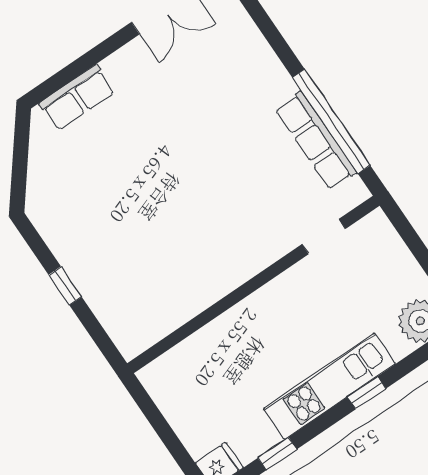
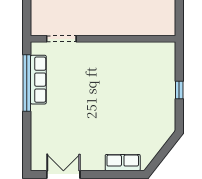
doorway: (324, 237) -> (61, 39), width x1.38

